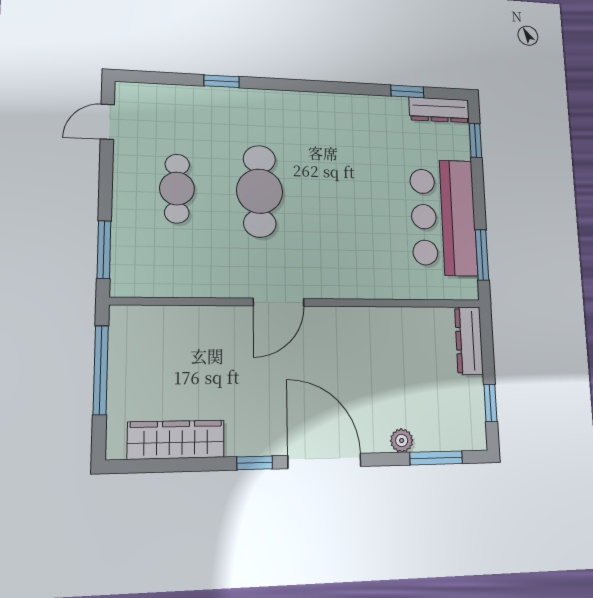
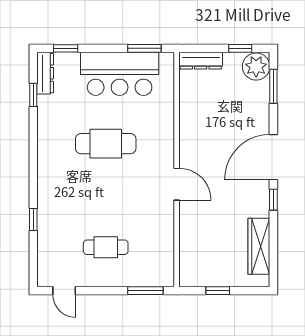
cafe table: (260, 191) -> (106, 144), moved
window: (101, 370) -> (218, 291), width x0.46
plant: (402, 441) -> (256, 67), moved, width x1.88, depth x1.88

